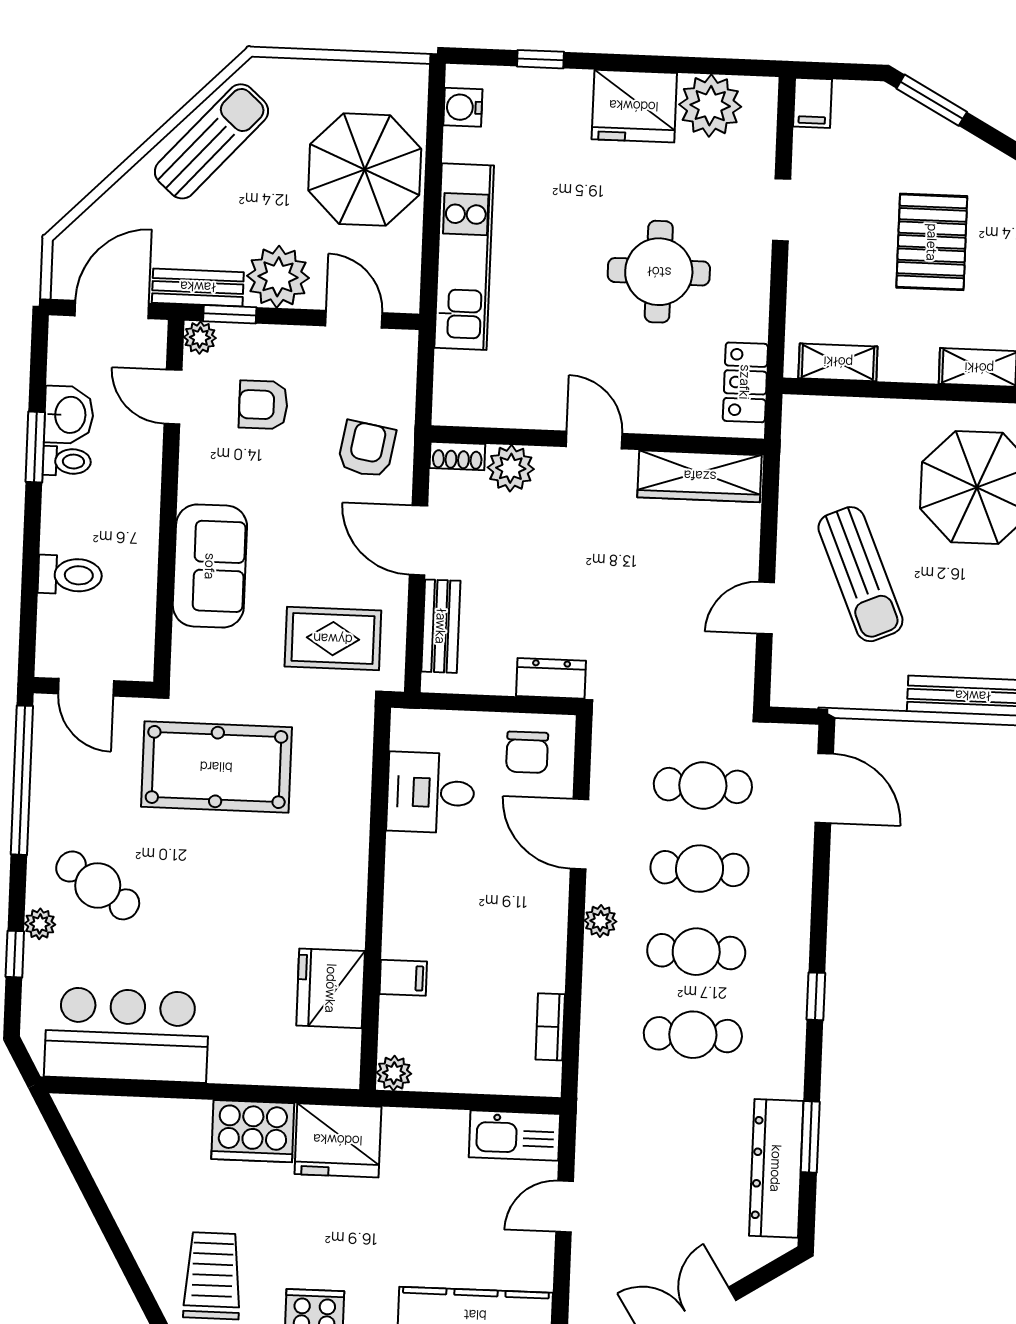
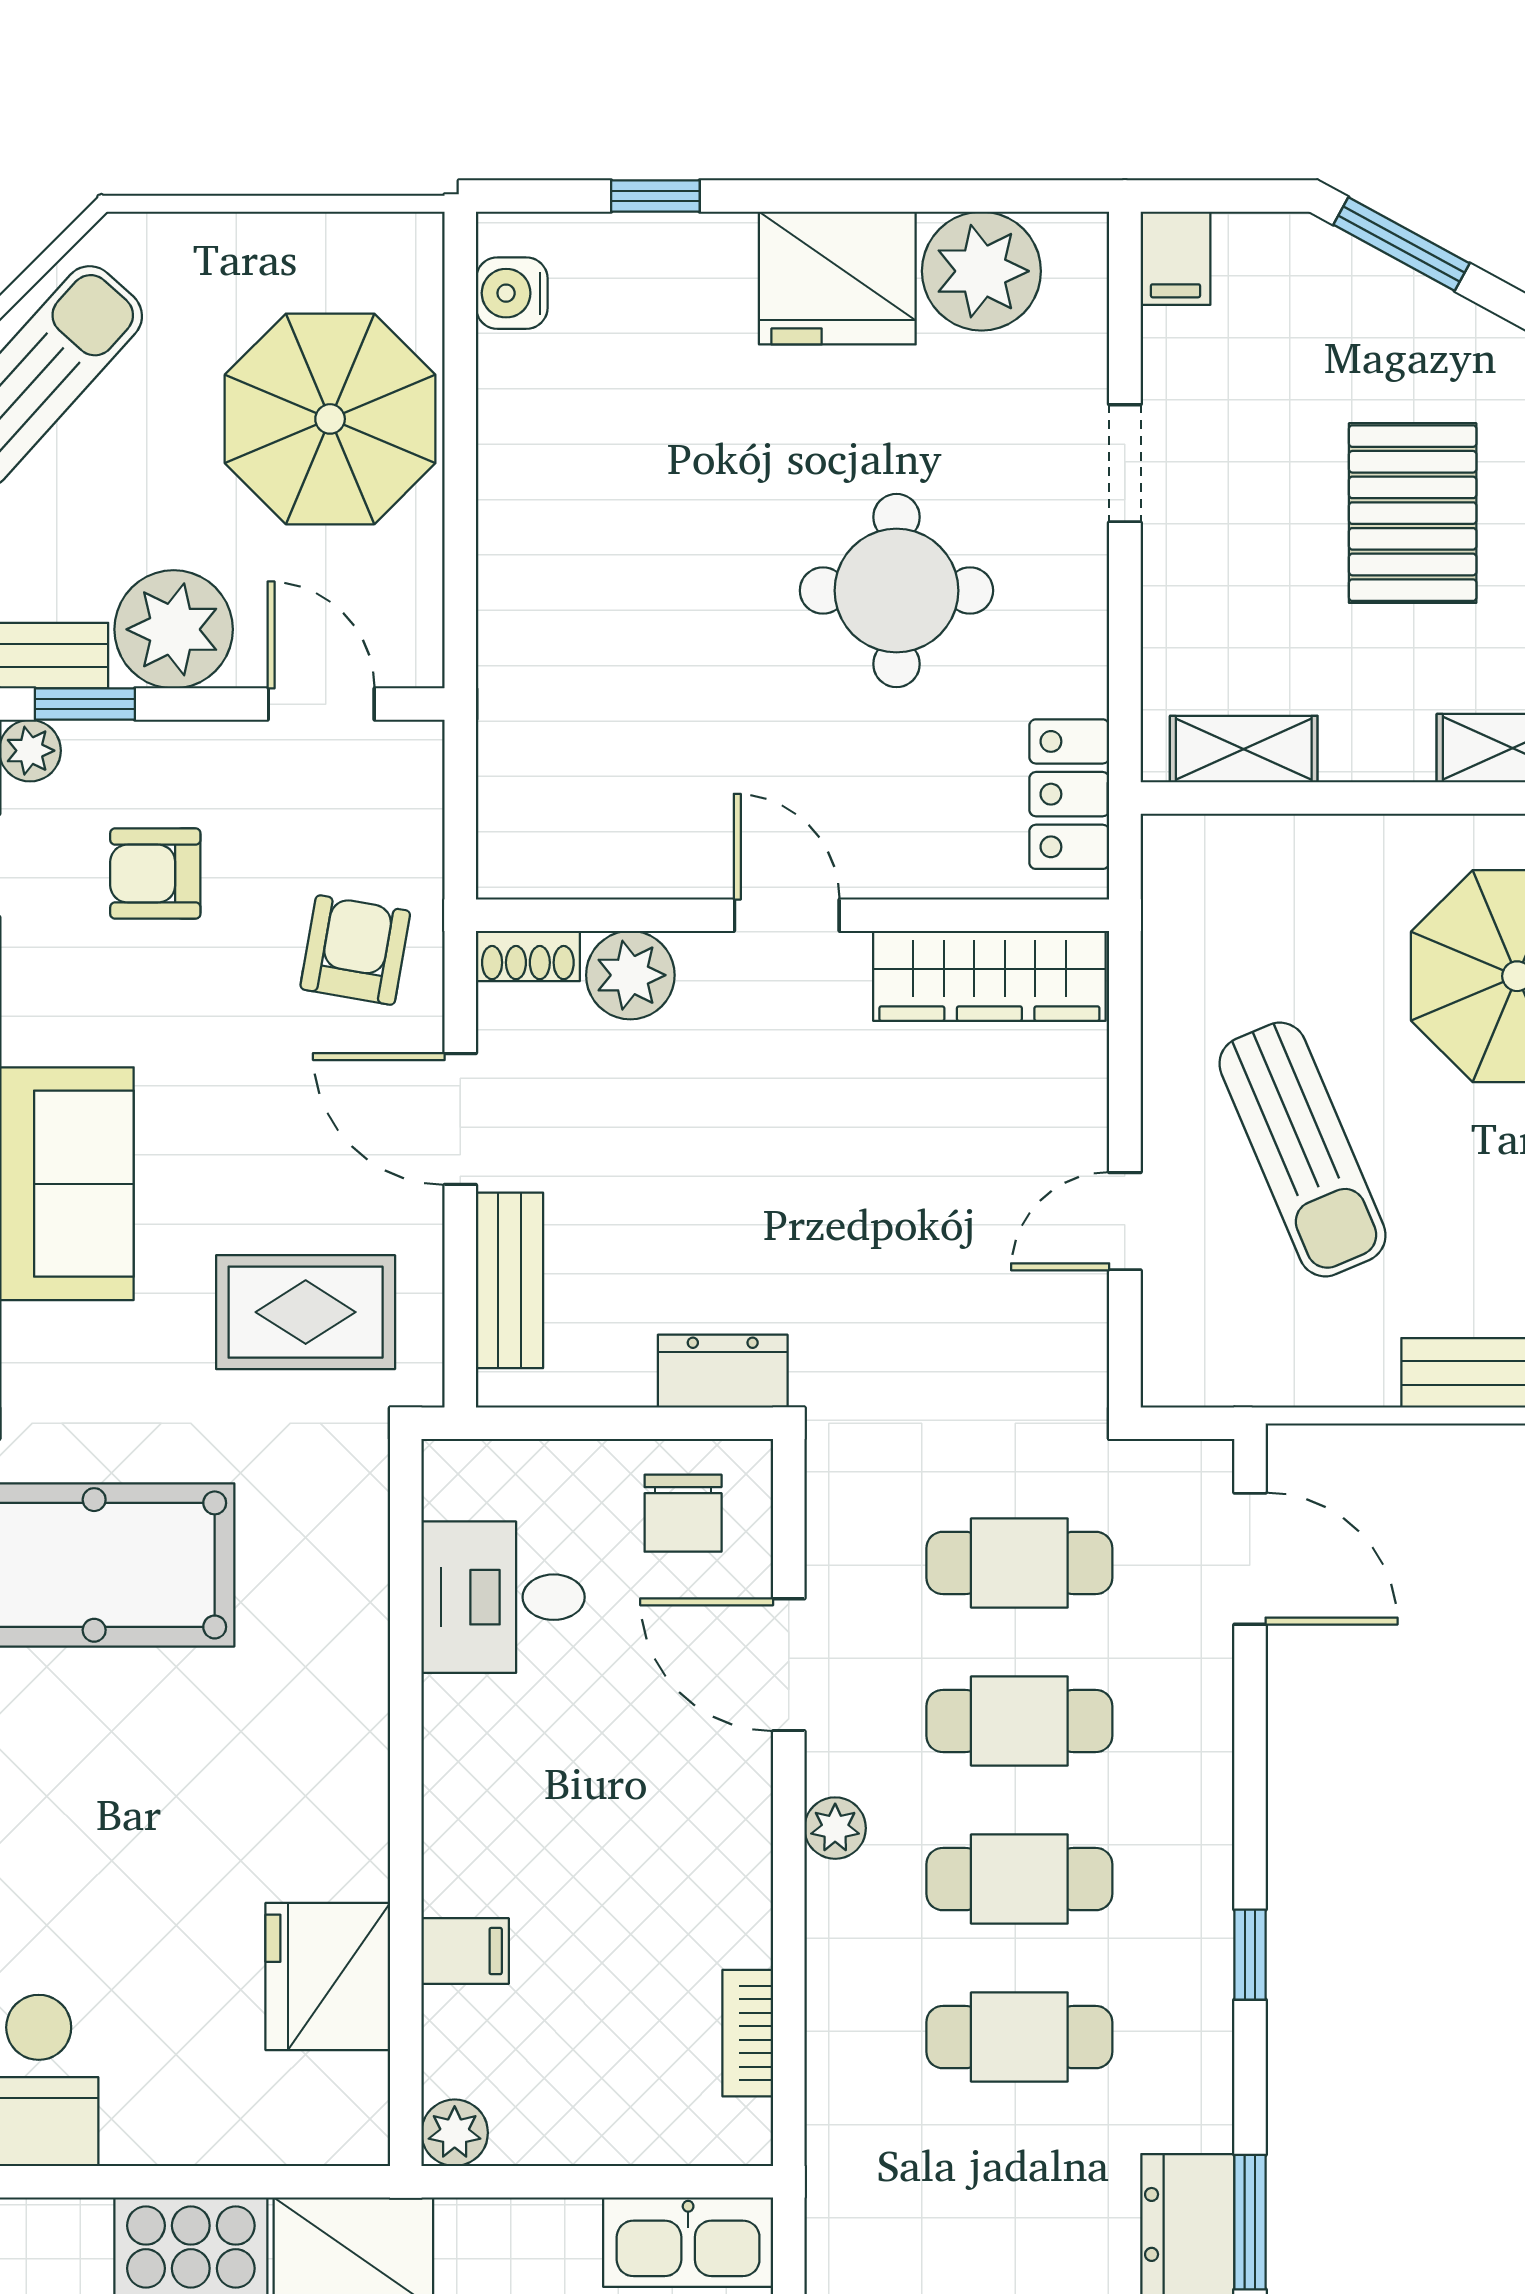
kitchen unit: (464, 257) -> (526, 577), removed

